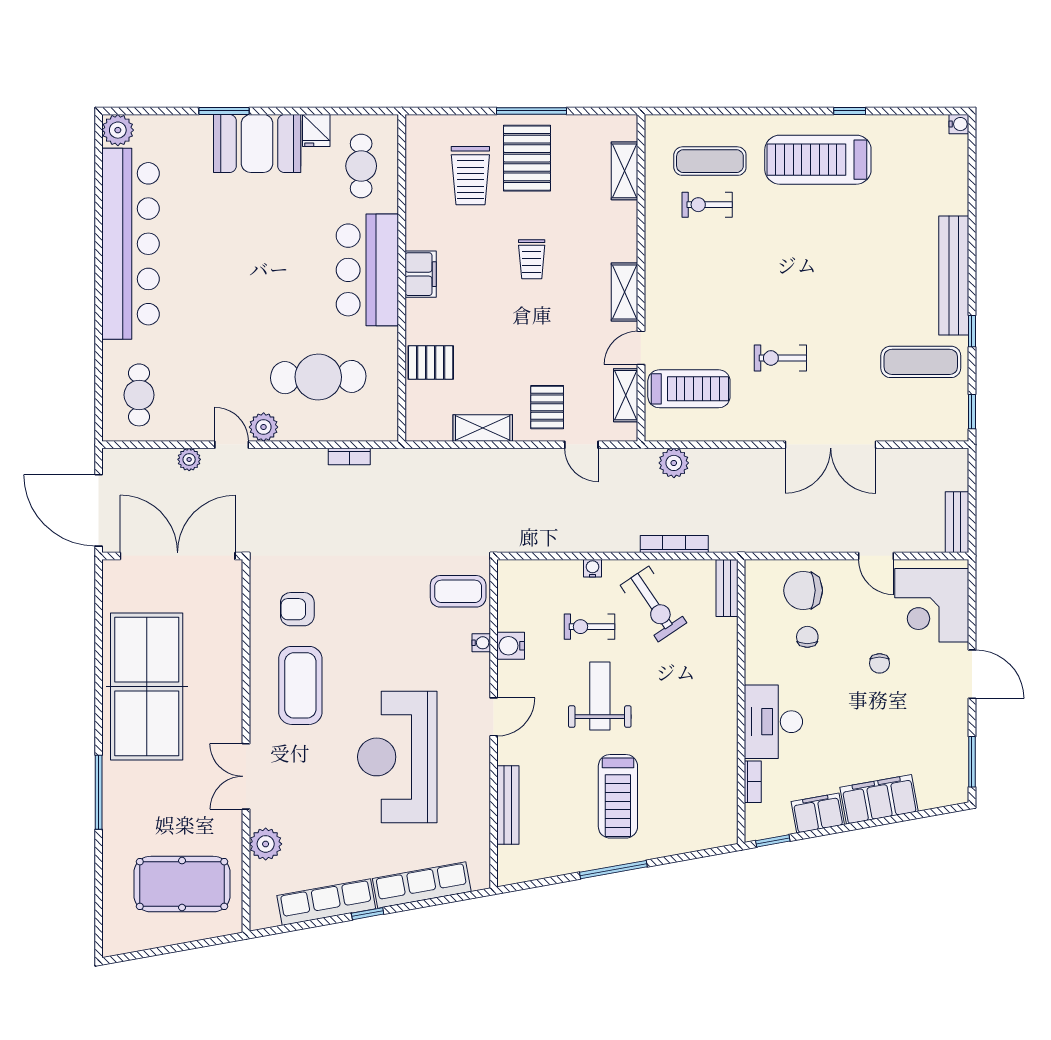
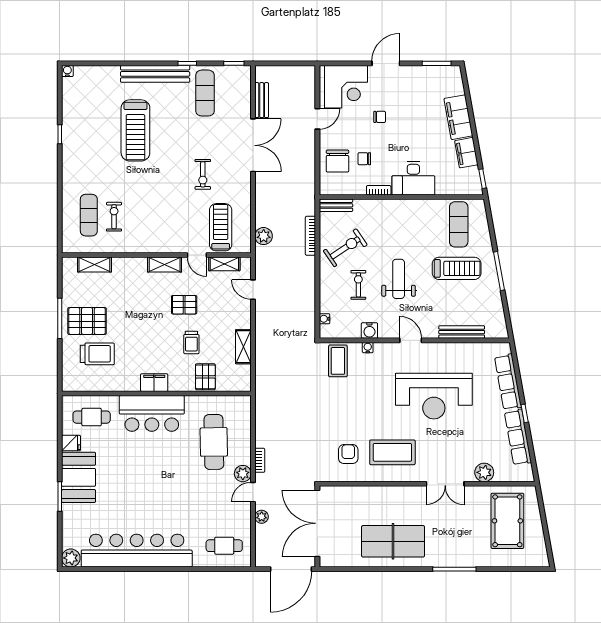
treadmill: (818, 160) -> (135, 130), moved
exercise bike: (707, 205) -> (114, 217), turned 180
trolley: (532, 259) -> (191, 342), moved, turned 90
pallet: (547, 407) -> (184, 305), moved
door: (581, 445) -> (253, 290), swing flipped
bookcase: (349, 456) -> (260, 460), moved
bench: (957, 522) -> (262, 100), moved, turned 90
water cooler: (593, 568) -> (325, 319), moved
armchair: (297, 609) -> (348, 454), turned 180
exercise bike: (590, 627) -> (358, 285), turned 180
table tennis table: (147, 686) -> (393, 541), width x0.73, depth x0.76
weight bench: (600, 696) -> (399, 279), turned 90
bookcase: (753, 782) -> (379, 190), moved
exercise mat: (694, 800) -> (459, 224), added

